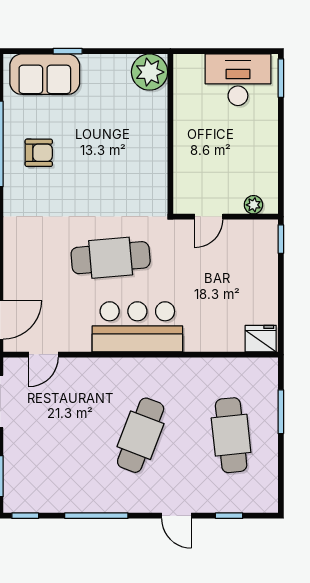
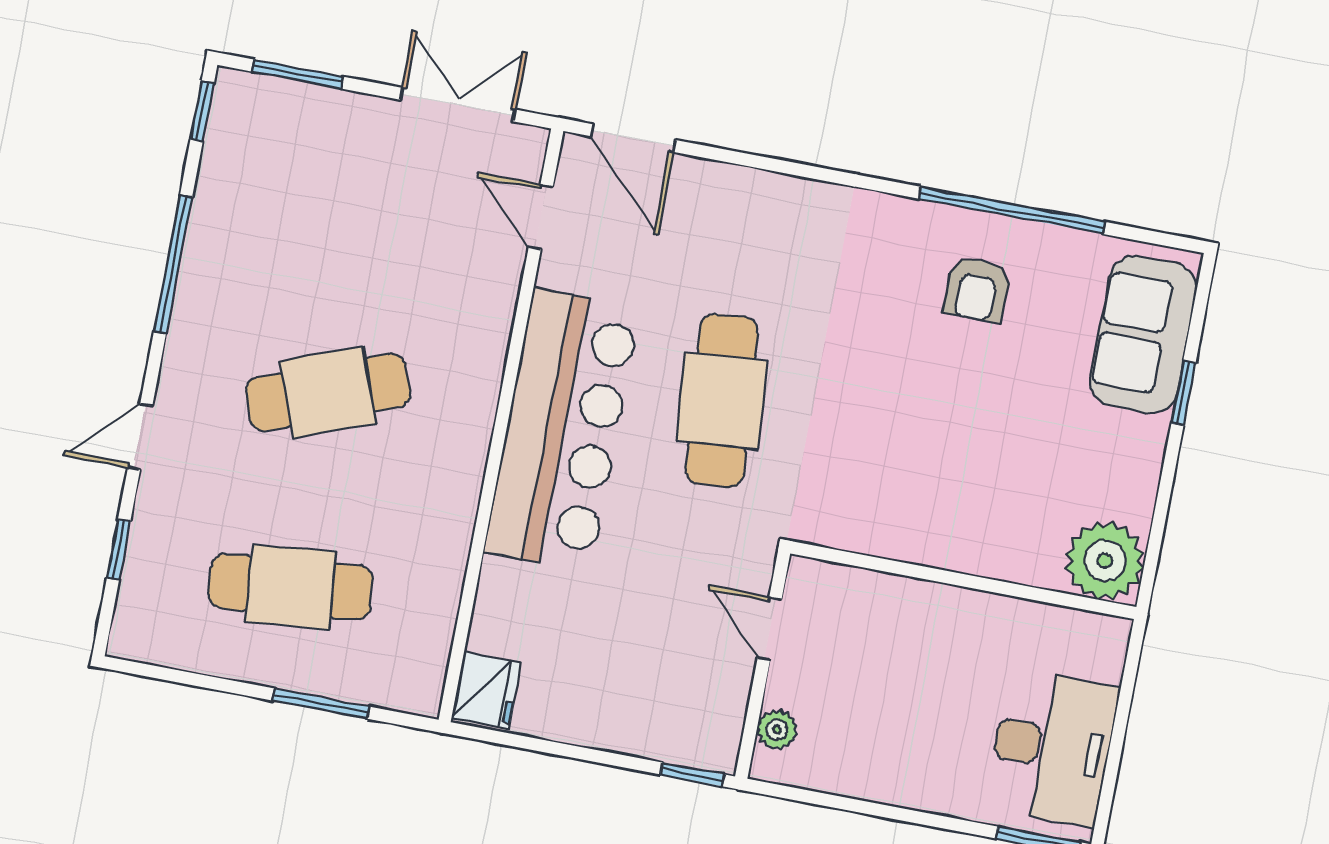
bar counter: (137, 327) -> (562, 430), width x1.36
cafe table: (141, 435) -> (328, 392), turned -42

